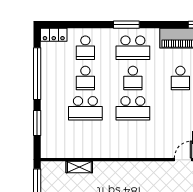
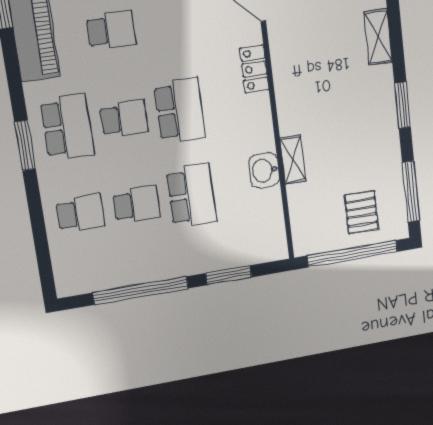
locker: (54, 35) -> (254, 69), moved, turned 180
washbasin: (93, 150) -> (264, 170), added
shelving: (79, 167) -> (293, 160), moved

